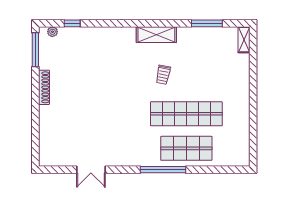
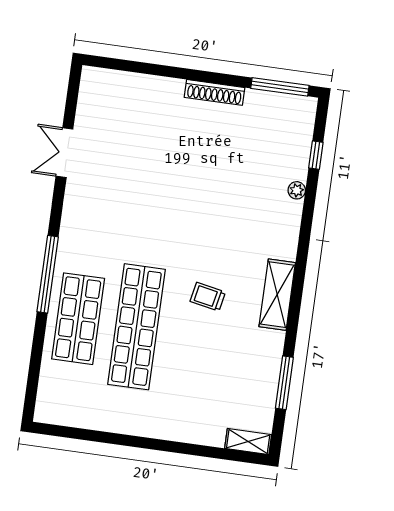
plant: (52, 32) -> (297, 190), moved

